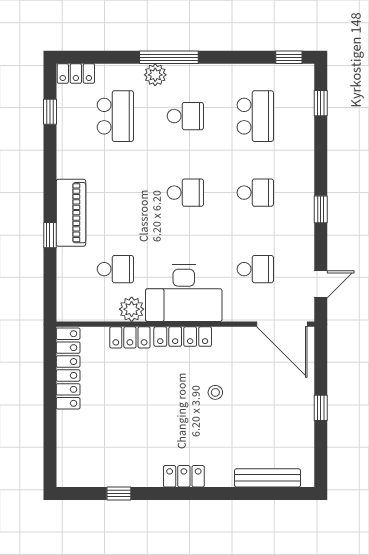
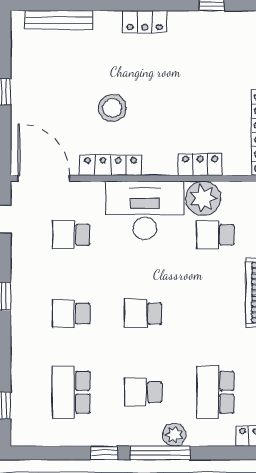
window: (289, 57) -> (104, 453), moved
plant: (132, 309) -> (203, 198), width x1.36, depth x1.36
locker: (183, 337) -> (111, 165), moved
stool: (215, 392) -> (112, 108), width x1.89, depth x1.89

